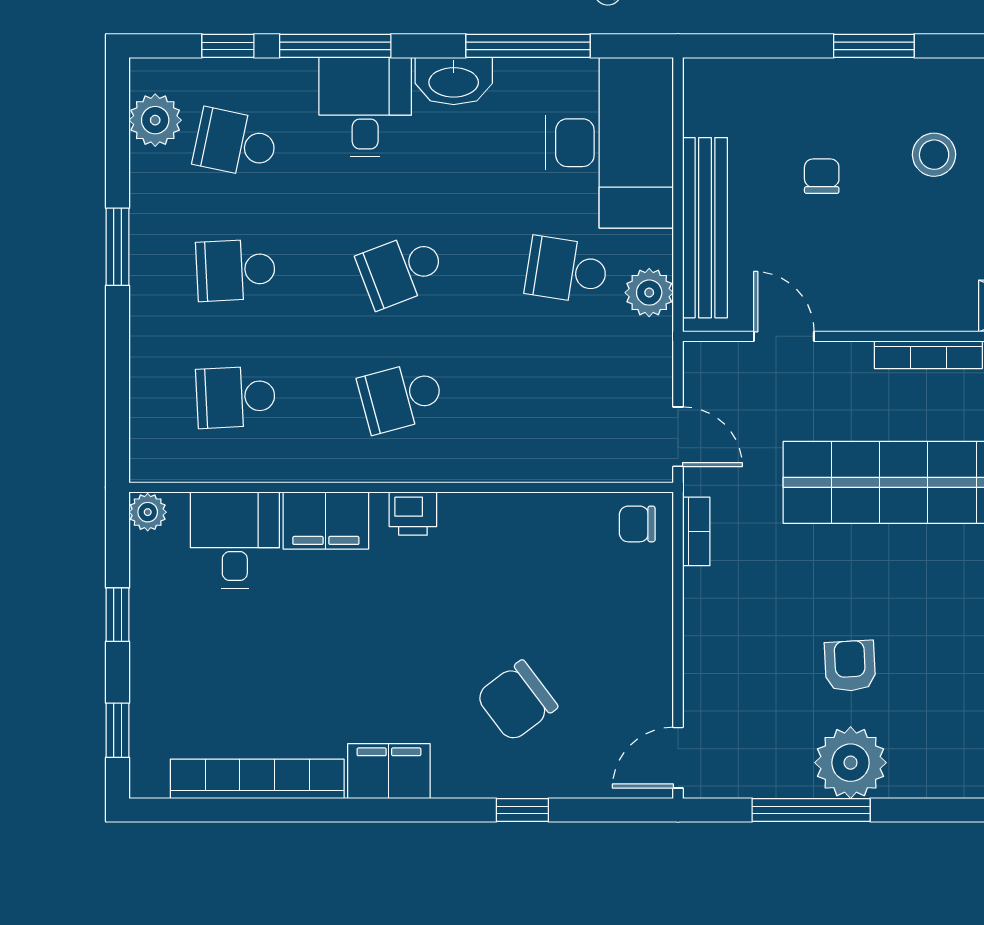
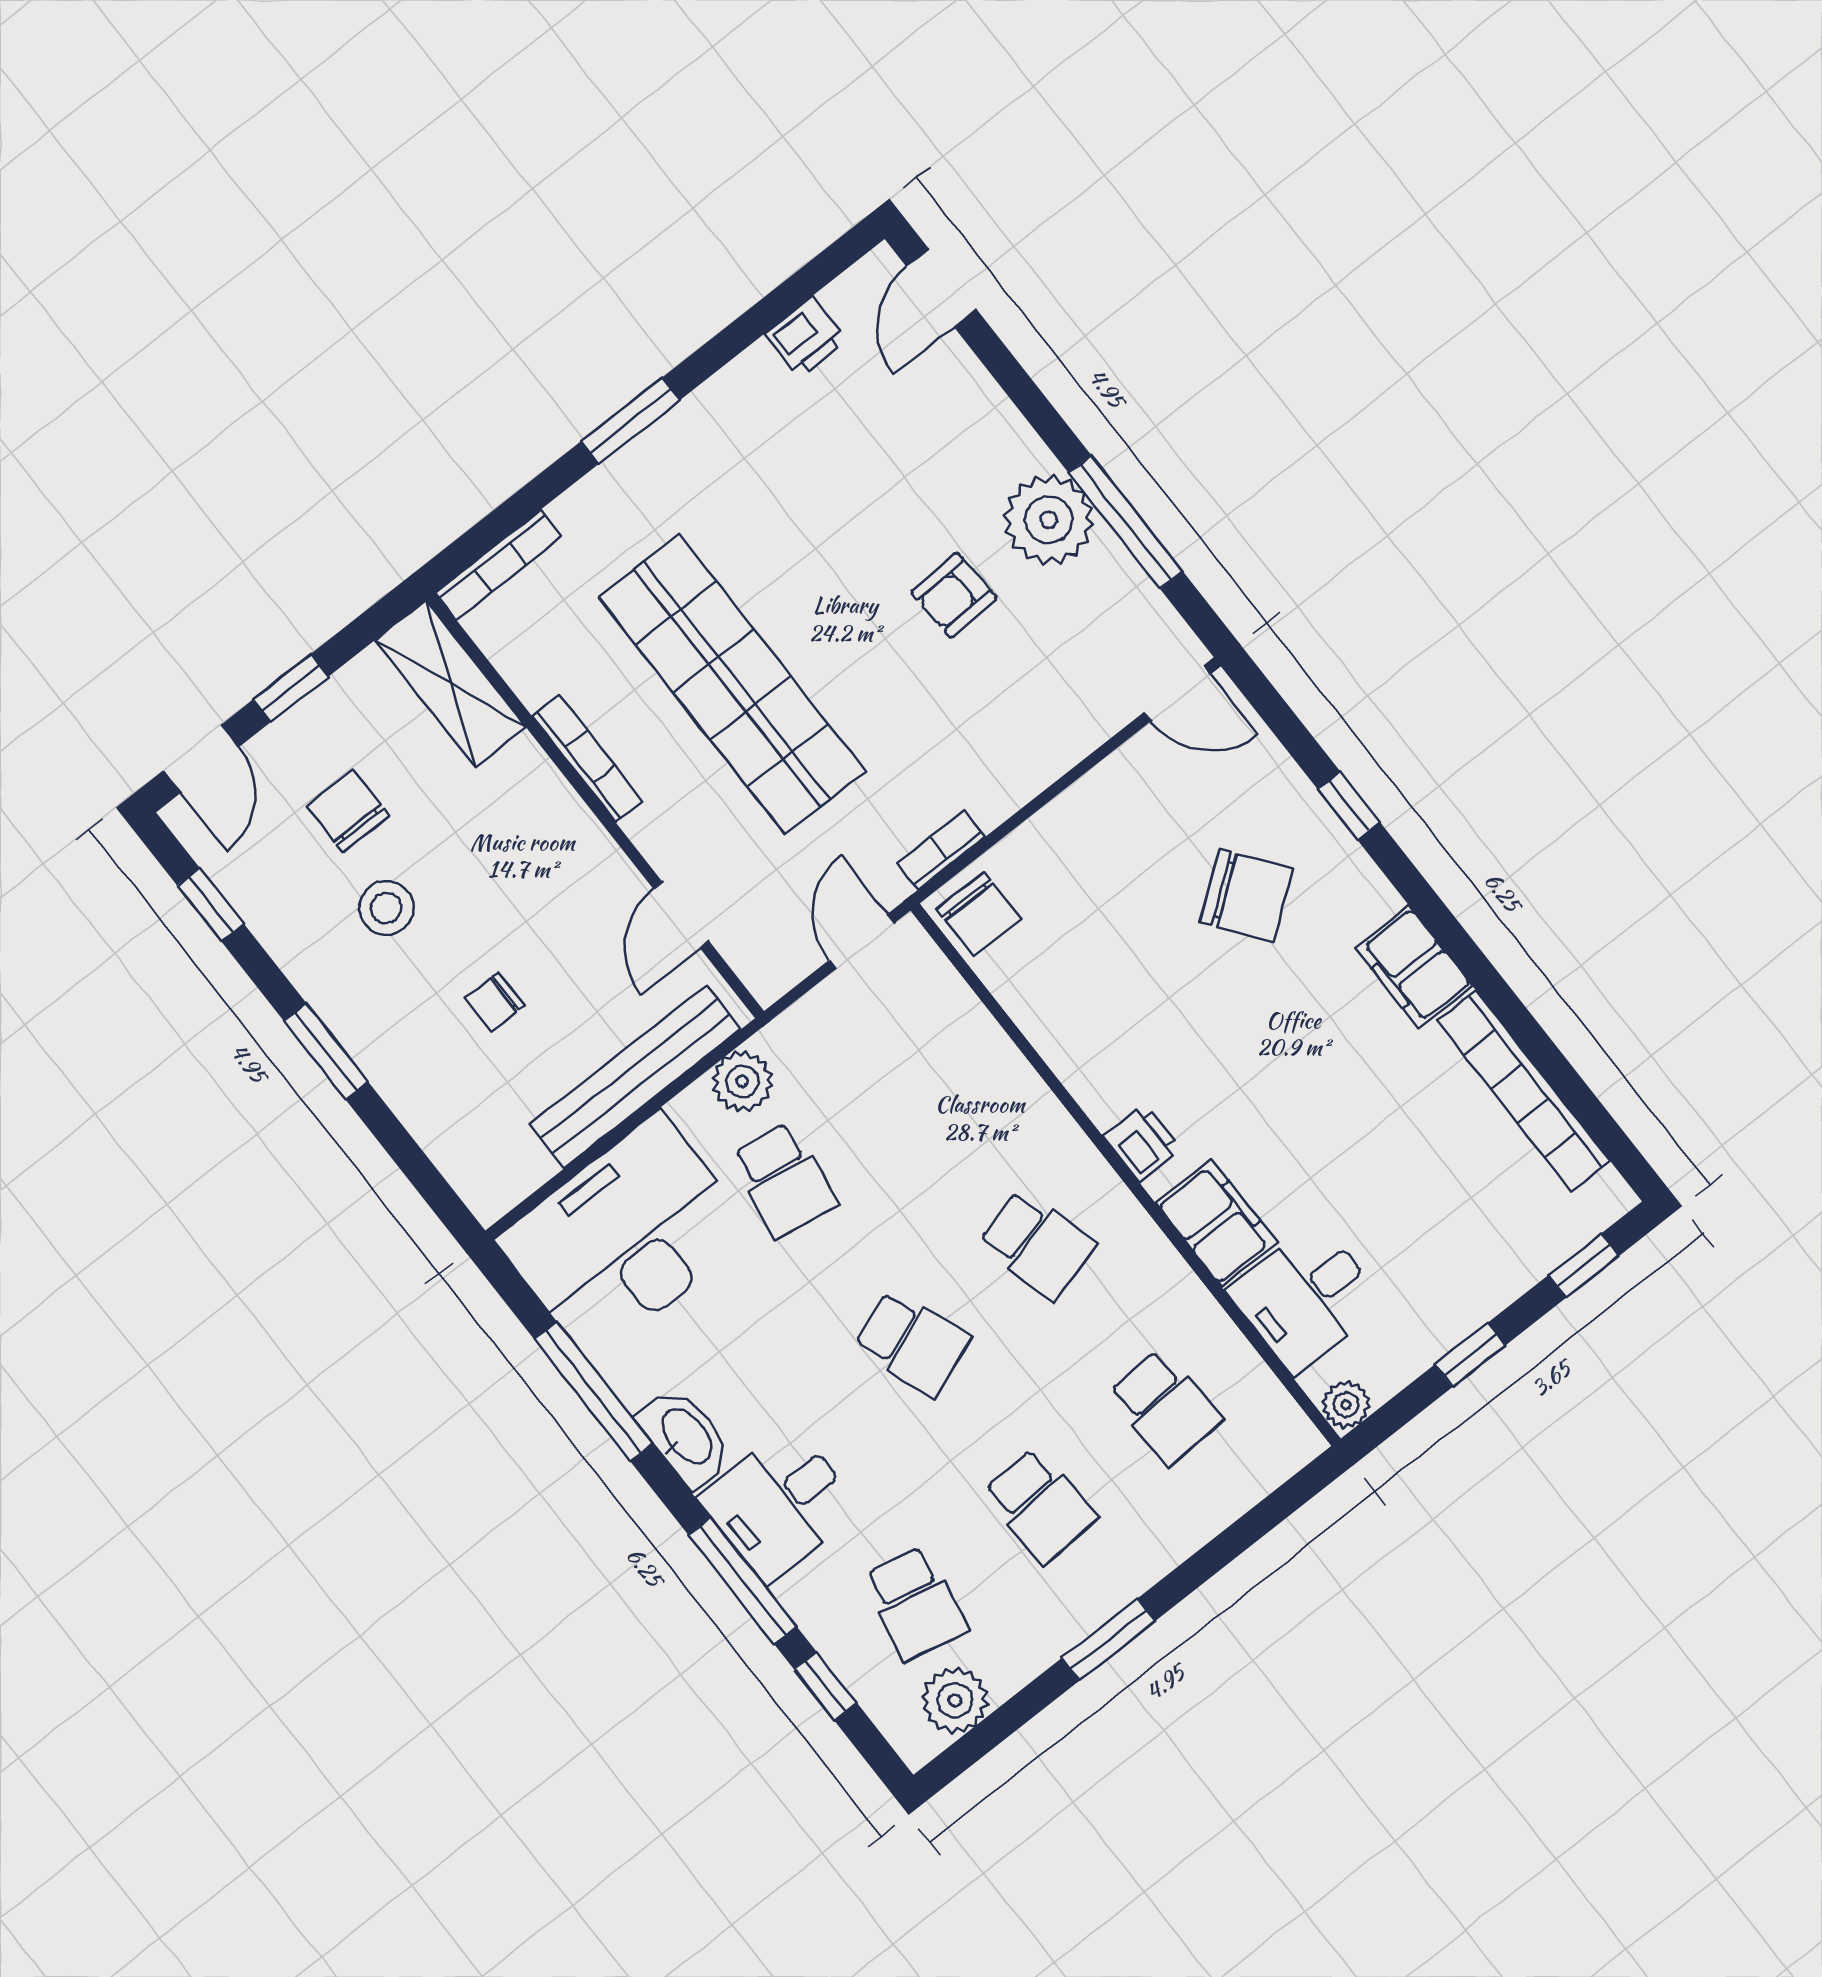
chair: (637, 524) -> (979, 914), width x1.37, depth x1.37

